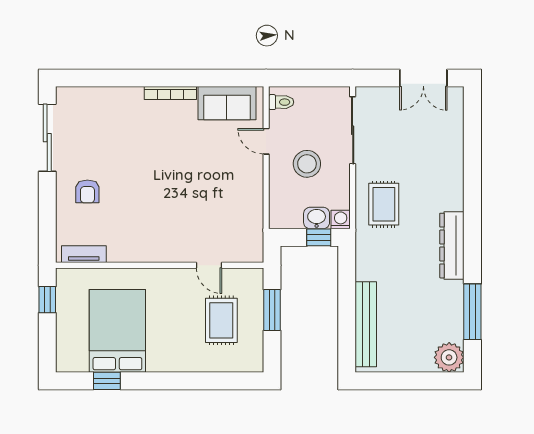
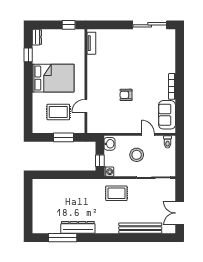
door: (266, 141) -> (148, 134), hinge flipped
armchair: (87, 191) -> (126, 95), moved
washbasin: (317, 218) -> (109, 144), moved
dresser: (452, 246) -> (78, 227), moved
bench: (366, 324) -> (140, 228), moved
bed: (117, 331) -> (53, 78), moved
plant: (449, 357) -> (40, 226), removed
dresser: (72, 363) -> (37, 37), added

